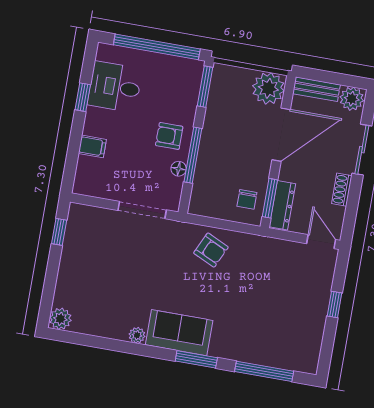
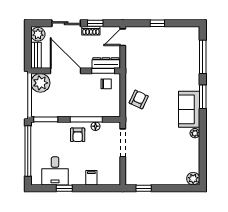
window: (353, 199) -> (95, 23), added

